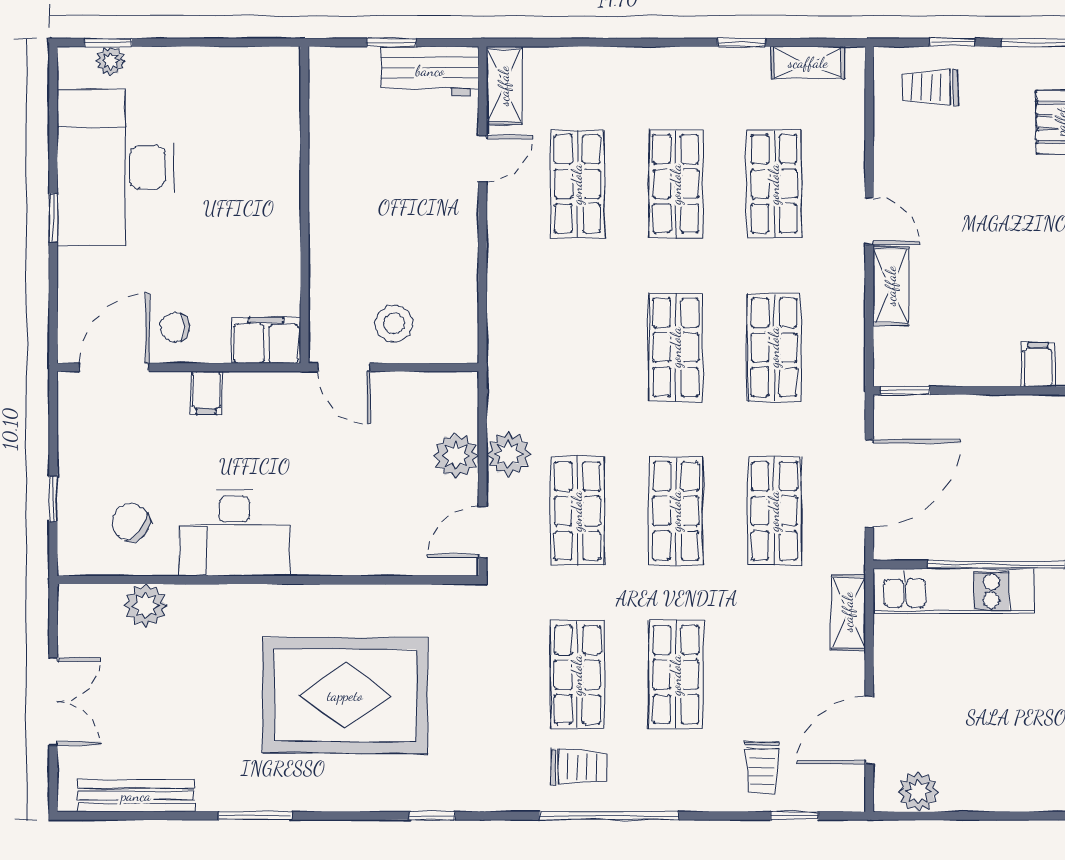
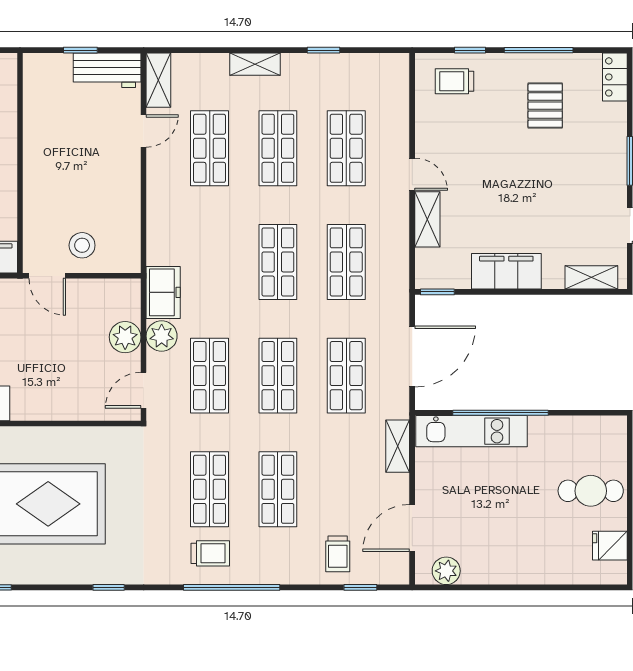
shelving: (808, 63) -> (255, 64), moved
filing cabinet: (1038, 364) -> (506, 271), width x3.00, depth x1.17
freezer: (511, 391) -> (163, 292), added

